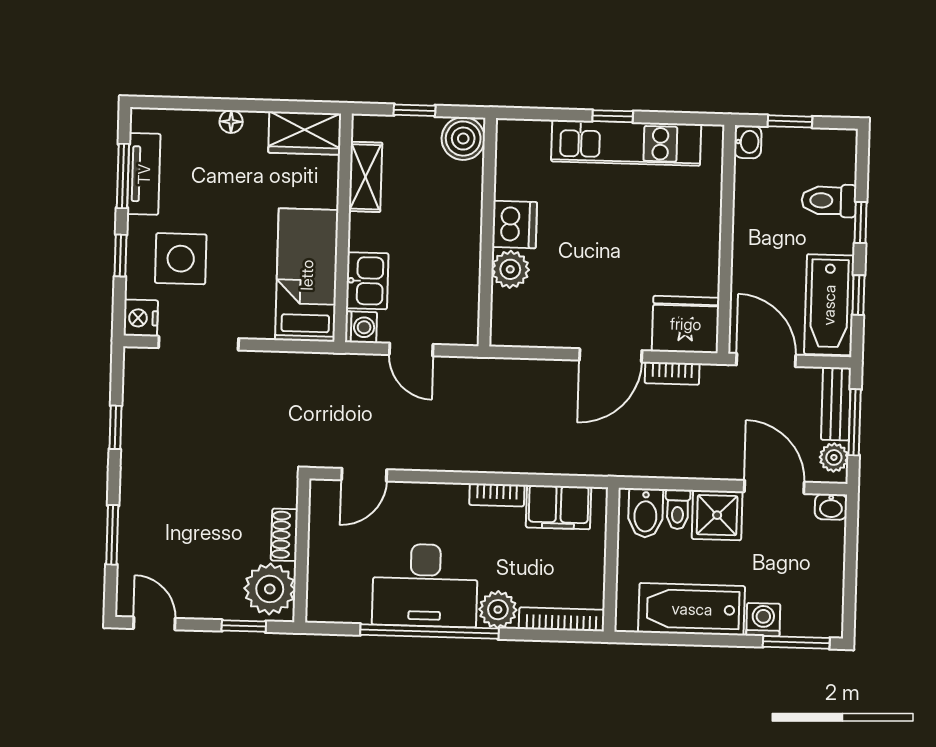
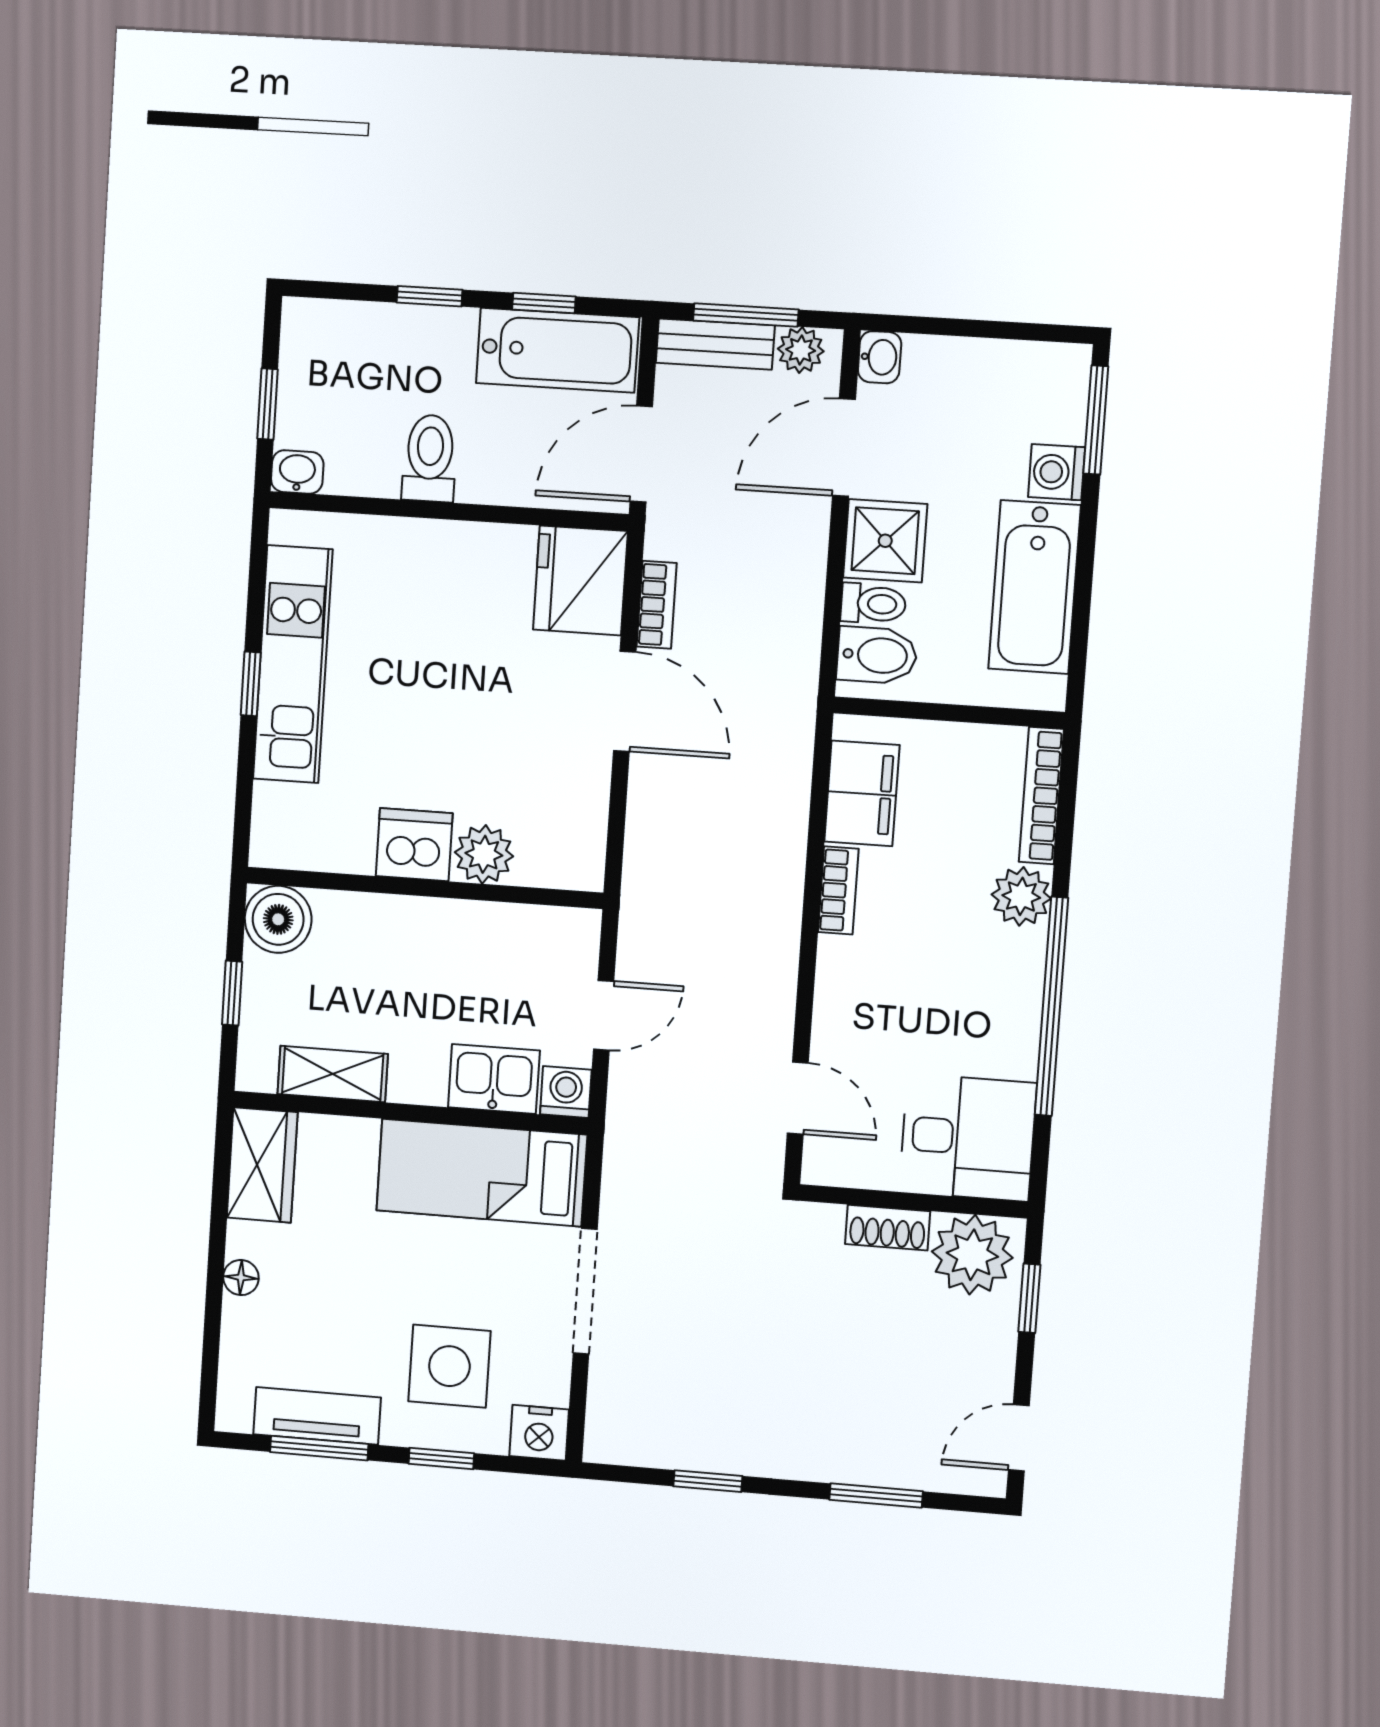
toilet: (829, 201) -> (430, 458), moved, turned 180
doorway: (199, 343) -> (585, 1291), moved
desk: (425, 585) -> (968, 1138), moved, width x0.73

